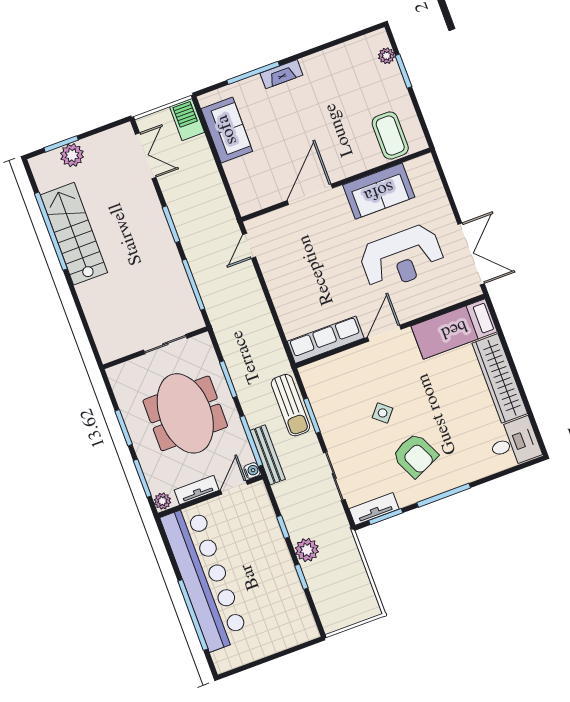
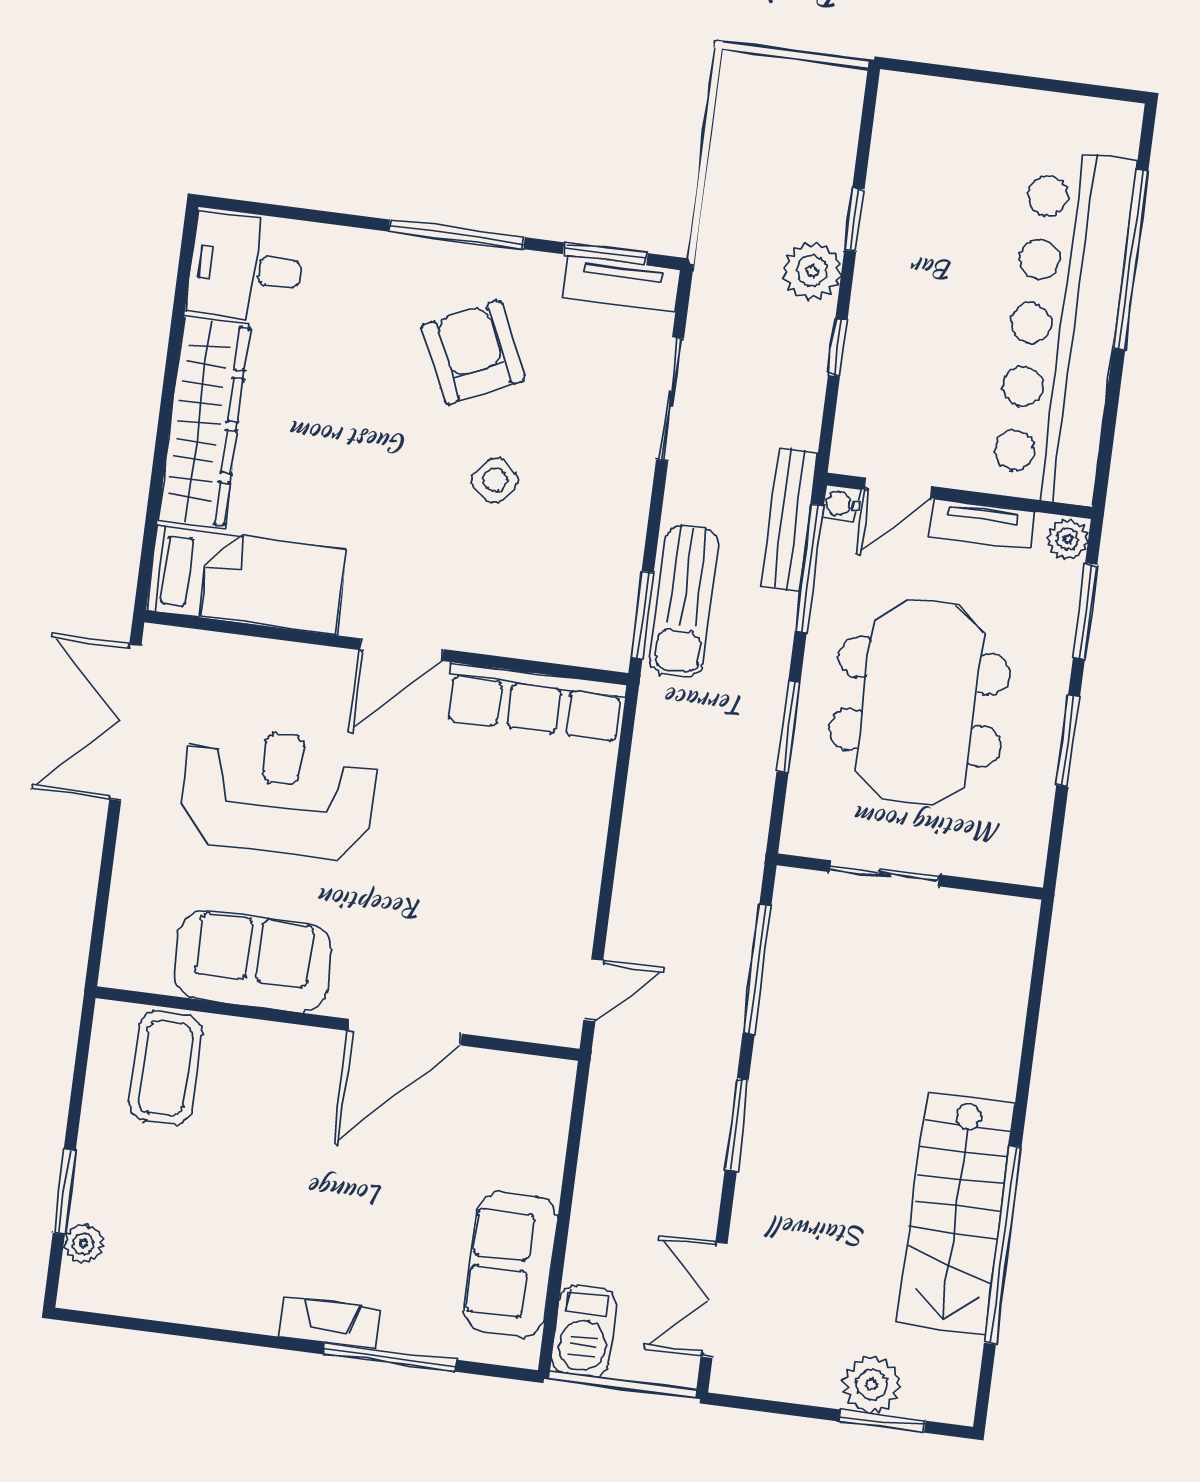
sun lounger: (290, 405) -> (684, 601), turned 180
window: (312, 416) -> (642, 615), moved

